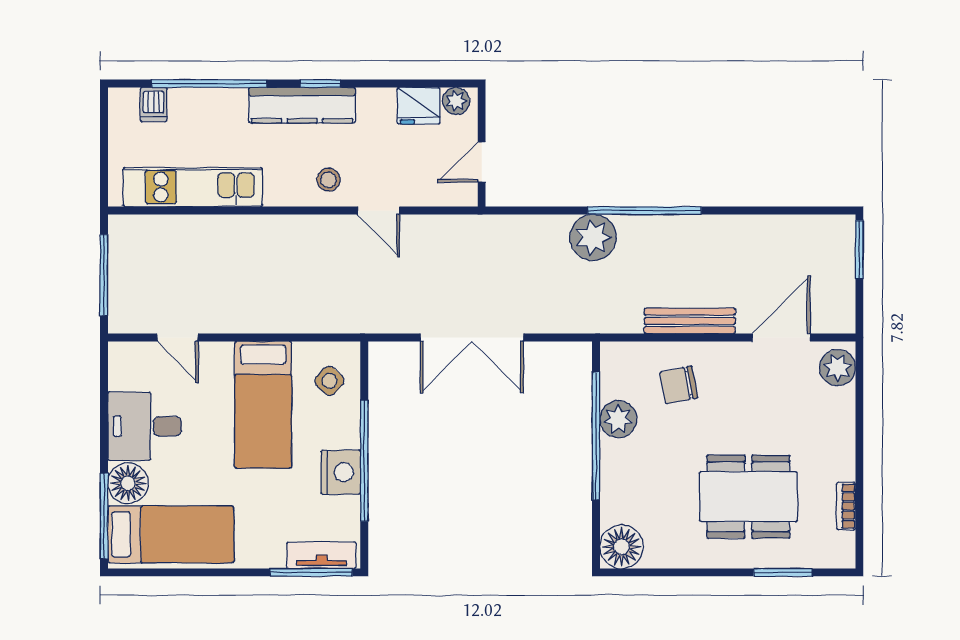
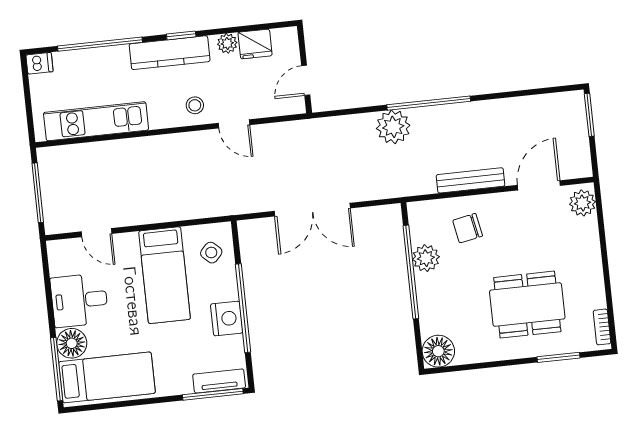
plant: (456, 101) -> (227, 43), moved
dishwasher: (154, 105) -> (39, 63), moved, turned -90
bookcase: (846, 506) -> (602, 327), moved

